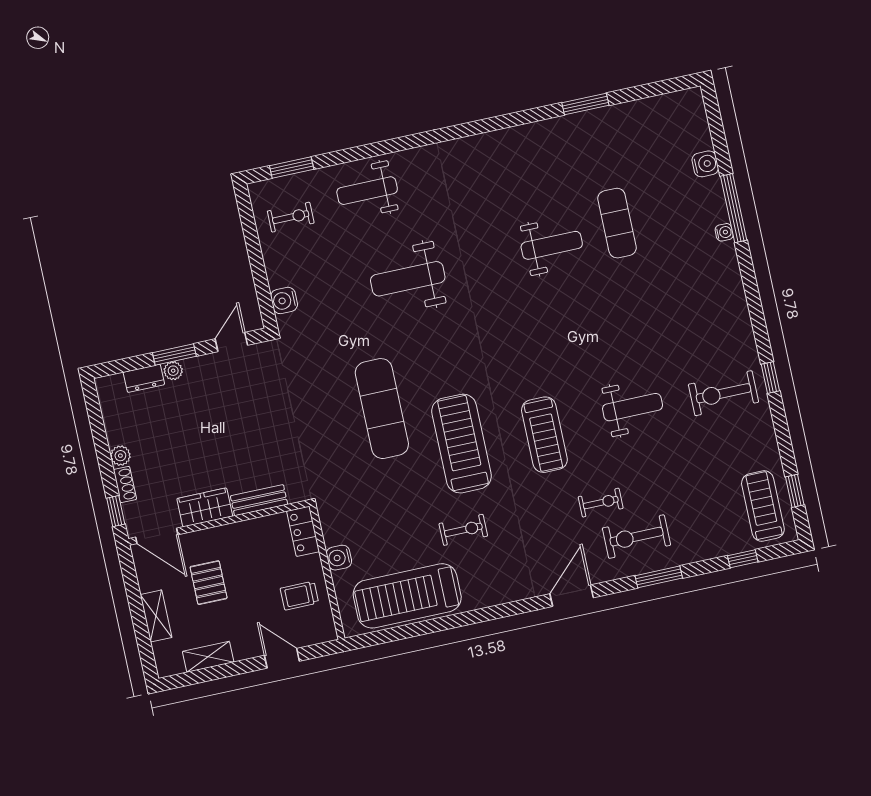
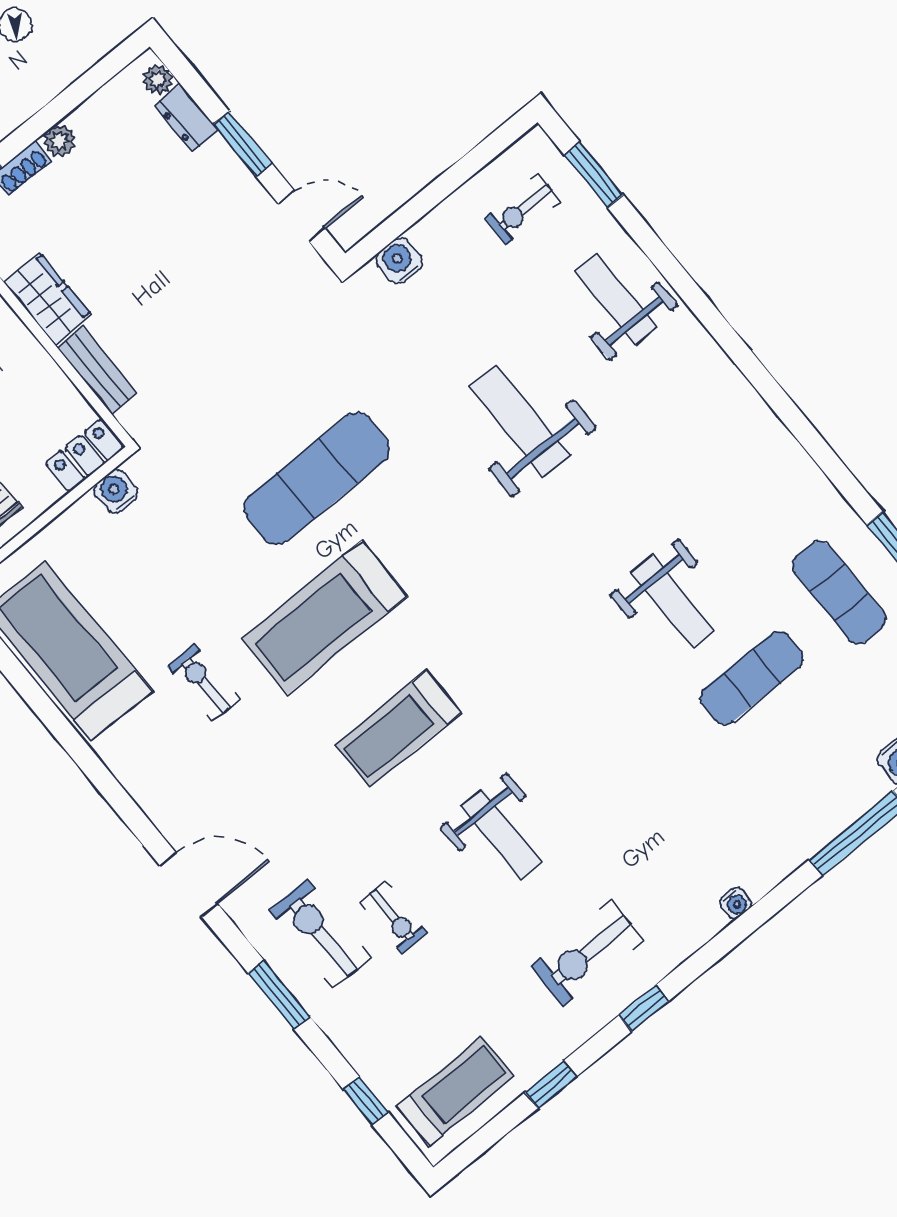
exercise mat: (594, 150) -> (839, 592), added
exercise bike: (291, 217) -> (523, 210), turned 90
water cooler: (724, 232) -> (736, 903), moved
plant: (173, 371) -> (158, 79), moved
exercise bike: (723, 393) -> (587, 953), turned -90
treadmill: (461, 444) -> (325, 617), turned 180
window: (795, 491) -> (551, 1084), moved
exercise bike: (601, 503) -> (394, 918), moved
exercise bike: (463, 530) -> (204, 683), turned 180
water cooler: (339, 558) -> (116, 491), moved

